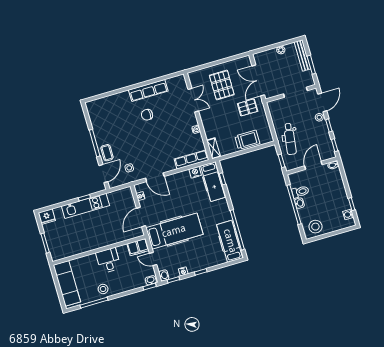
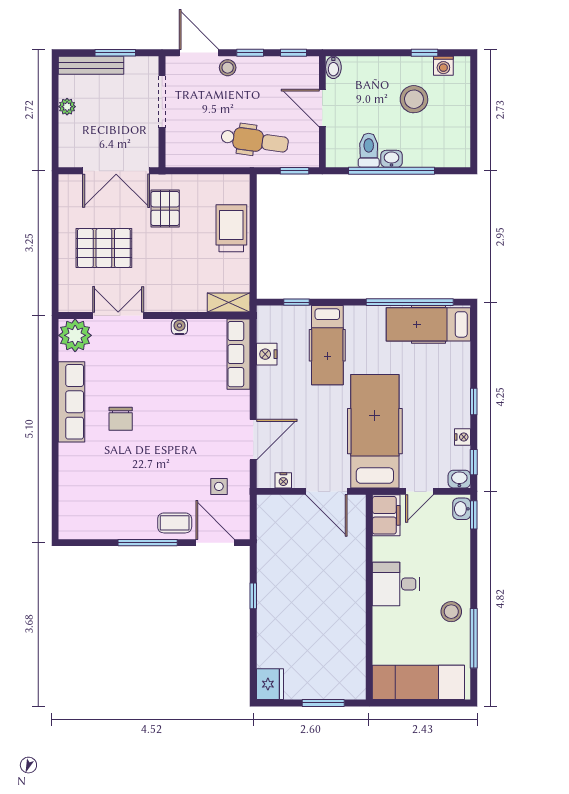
plant: (179, 83) -> (75, 335), added
hospital bed: (213, 182) -> (327, 345), moved, turned 90
kitchen unit: (85, 206) -> (271, 598), removed
stool: (315, 227) -> (414, 99), moved

